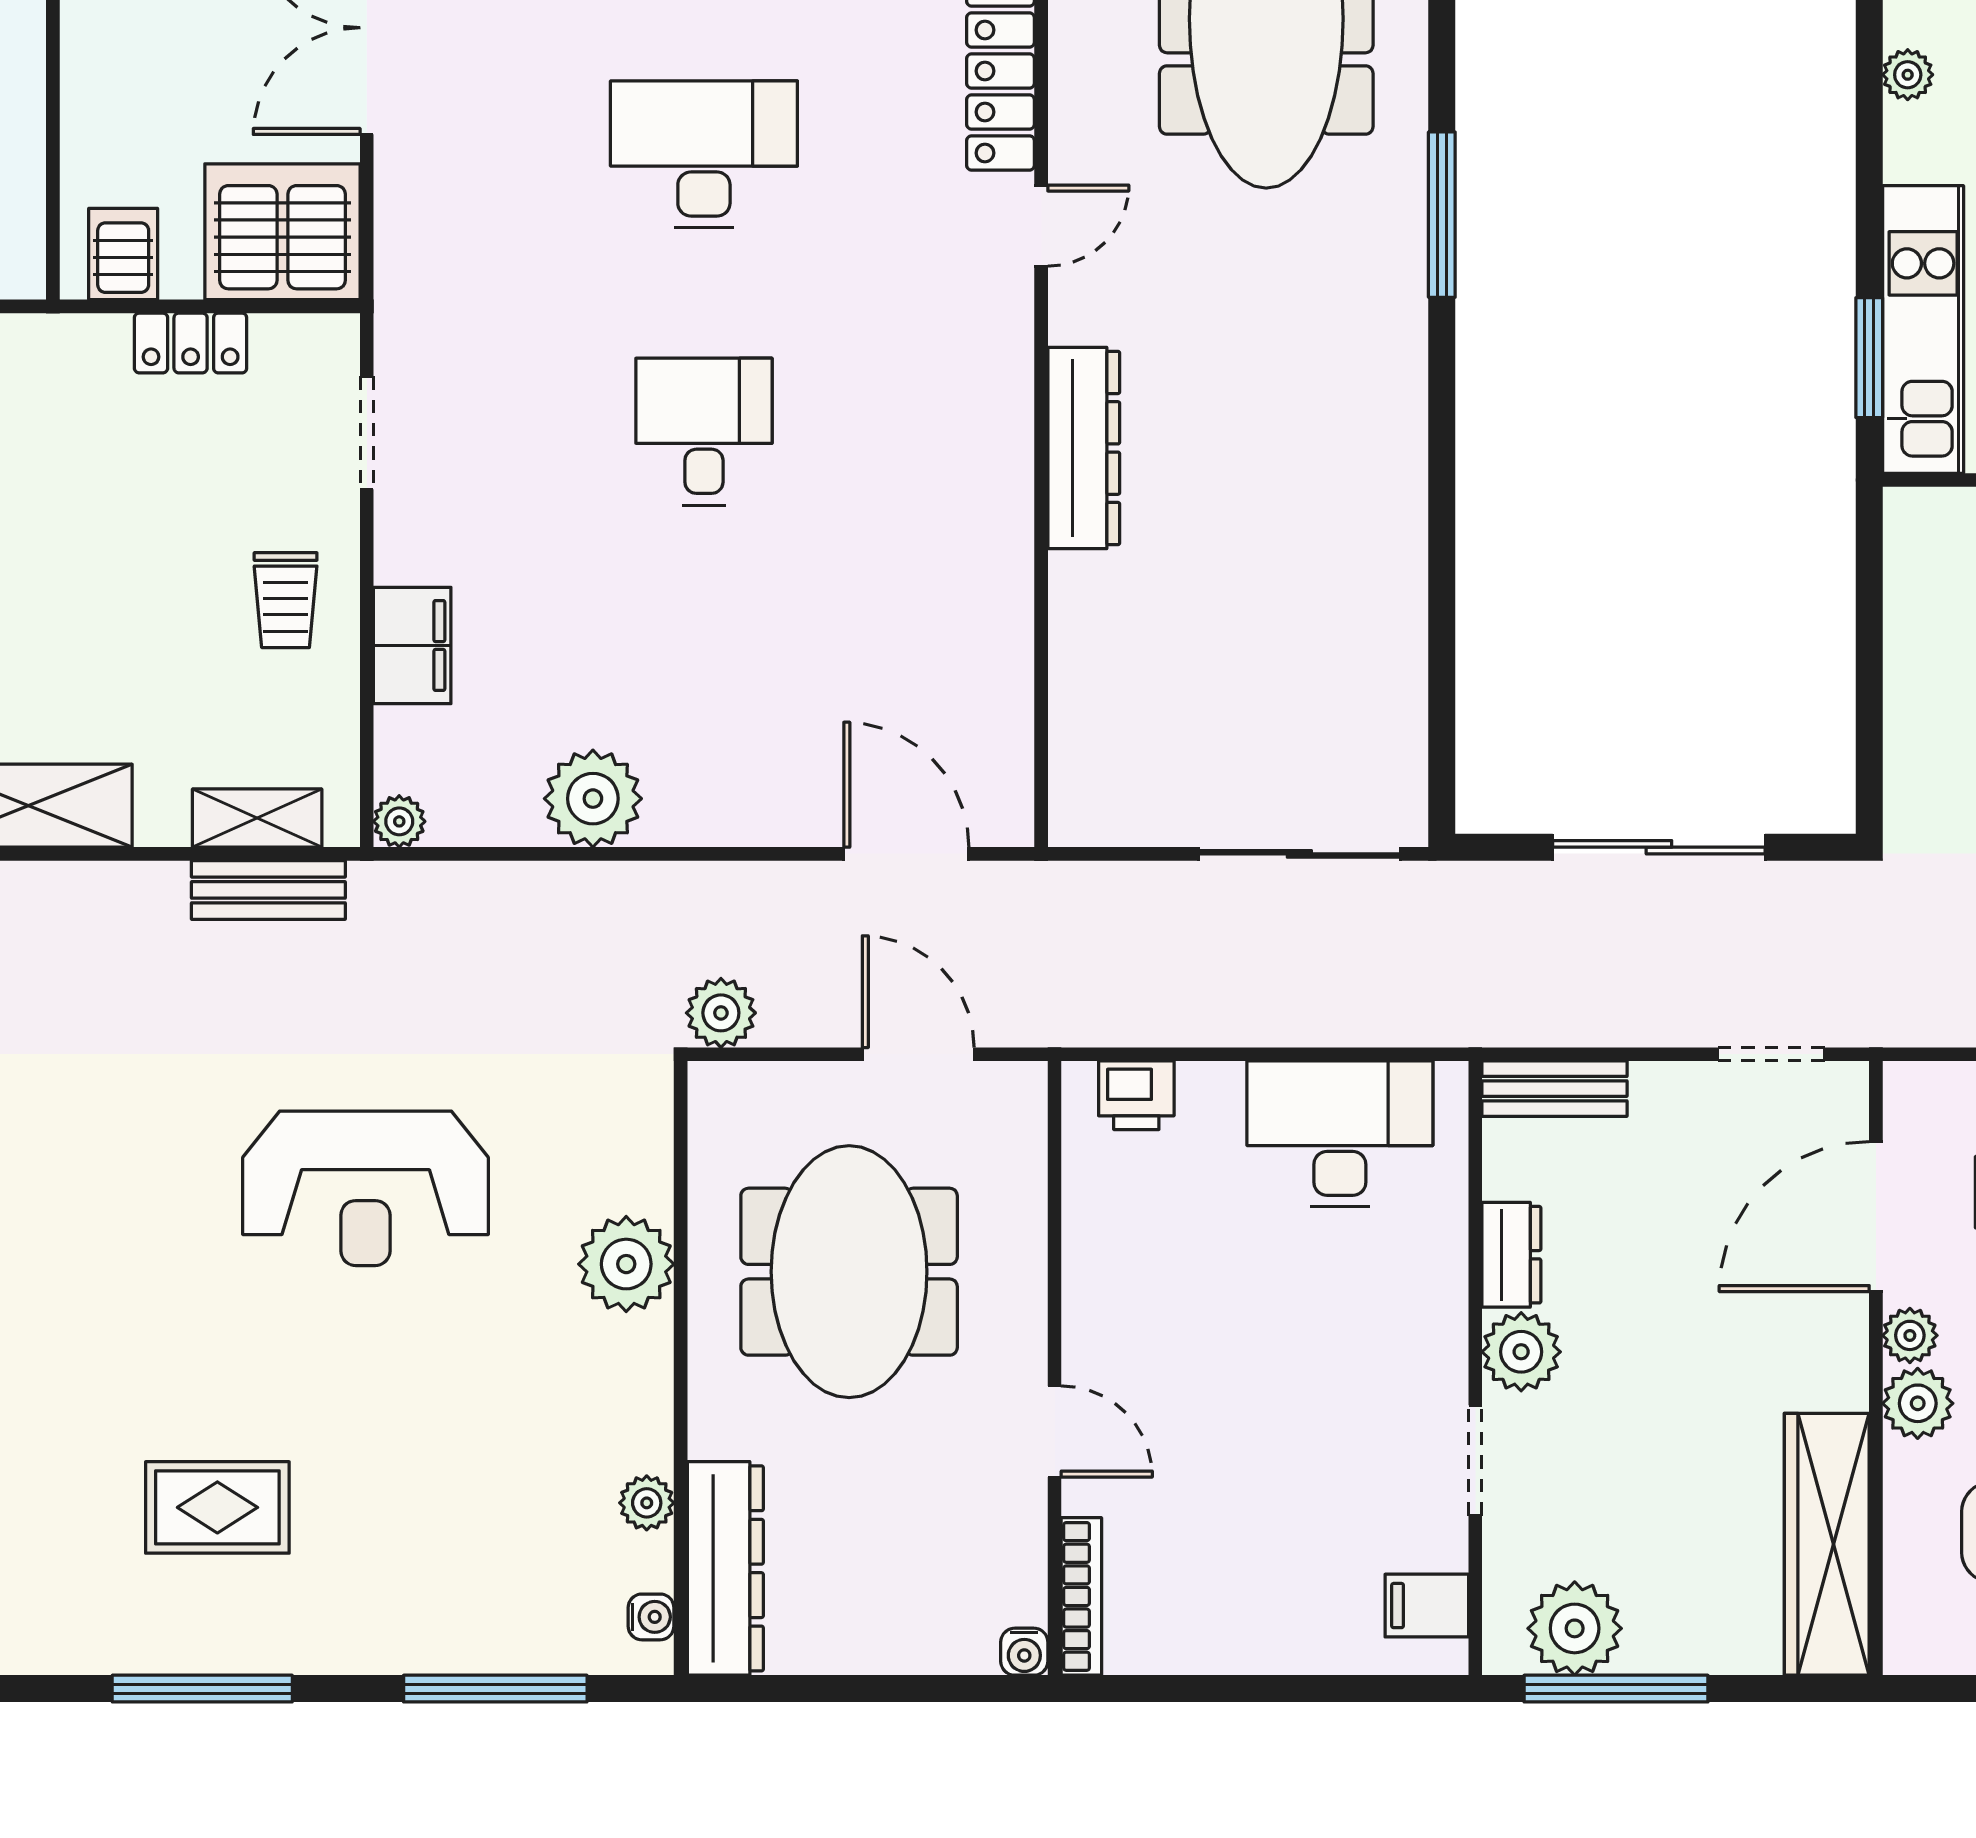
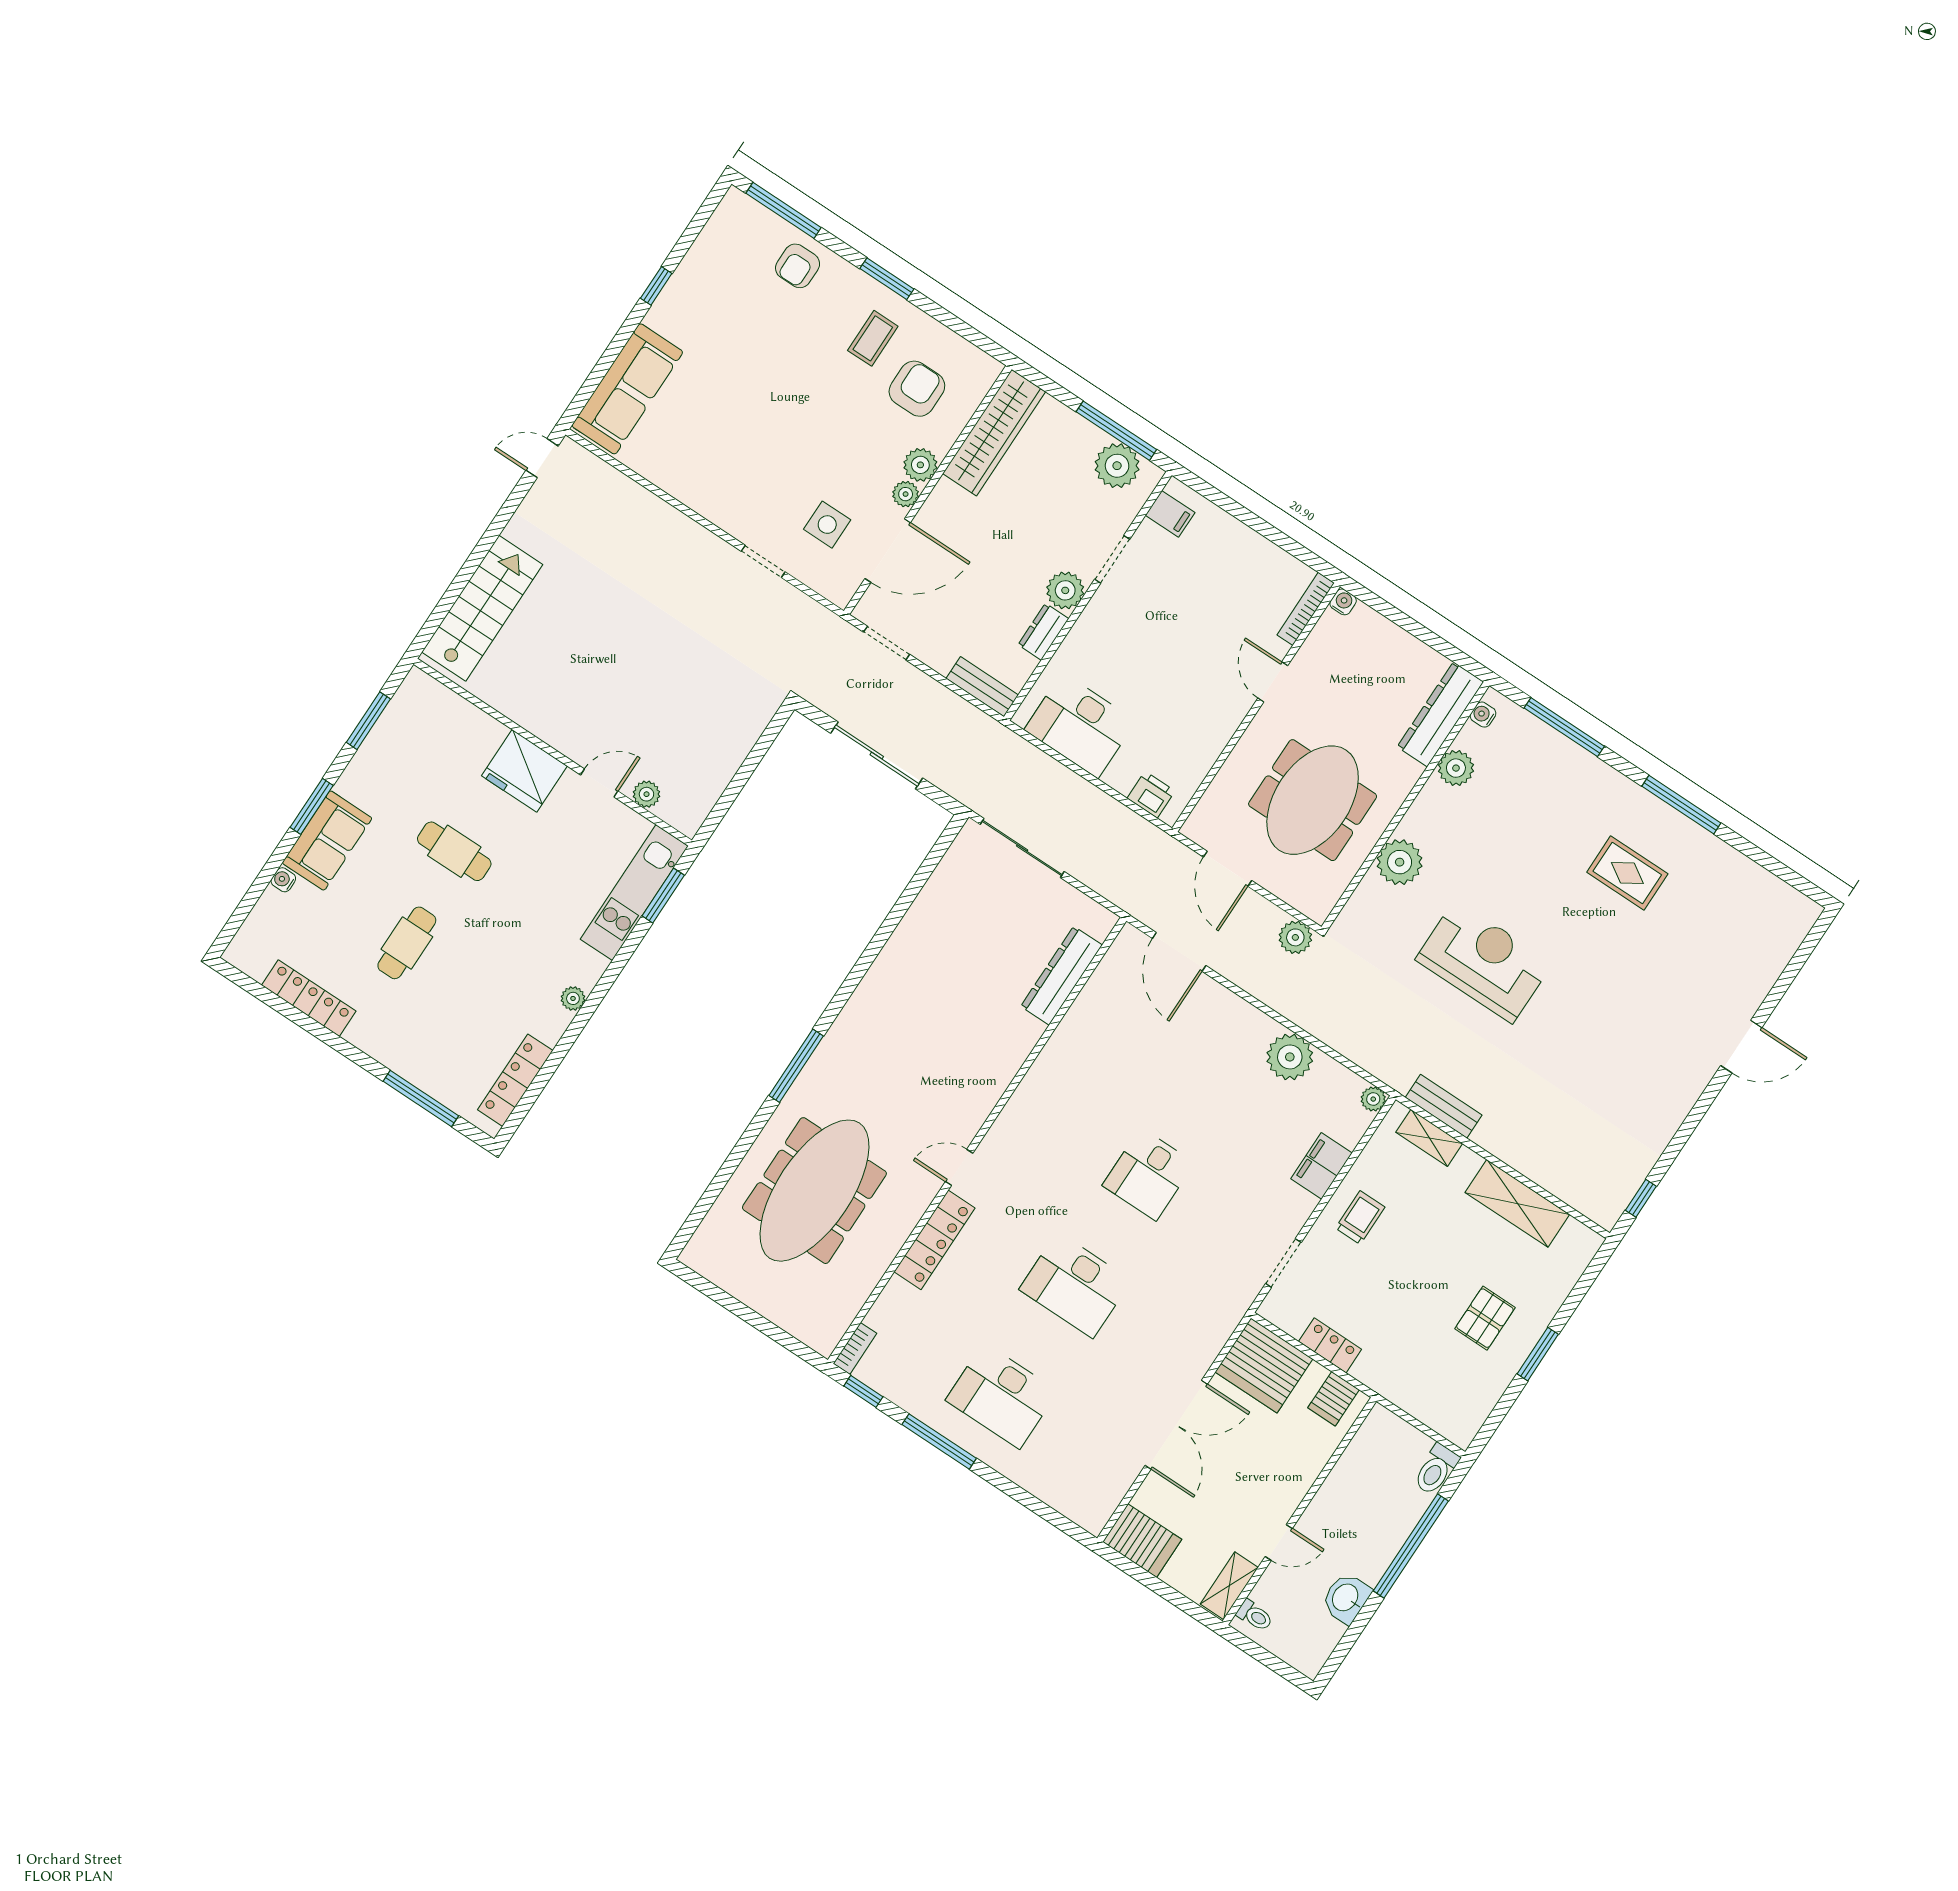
dresser: (1084, 448) -> (1062, 976), moved
plant: (647, 1503) -> (1456, 768), width x1.38, depth x1.38

